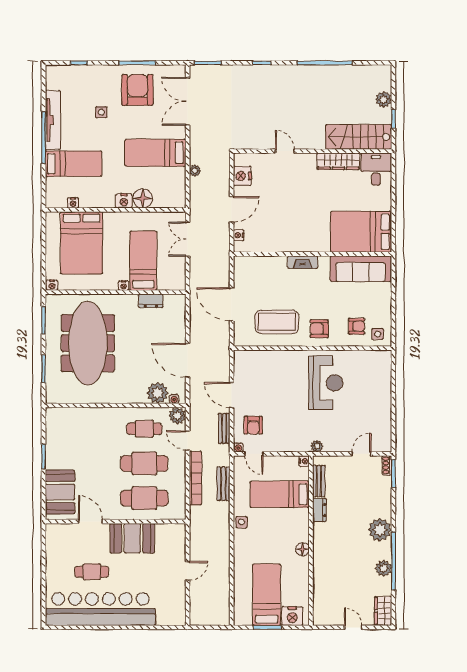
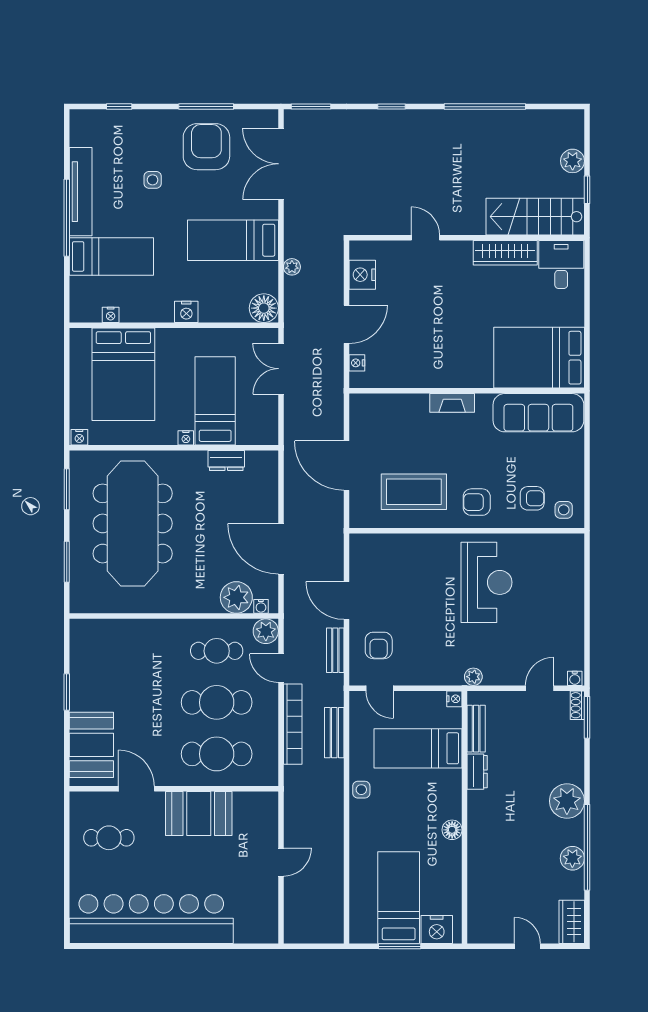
floor lamp: (143, 198) -> (264, 308), moved
water cooler: (238, 447) -> (575, 678), moved
cafe table: (92, 572) -> (109, 838), moved

